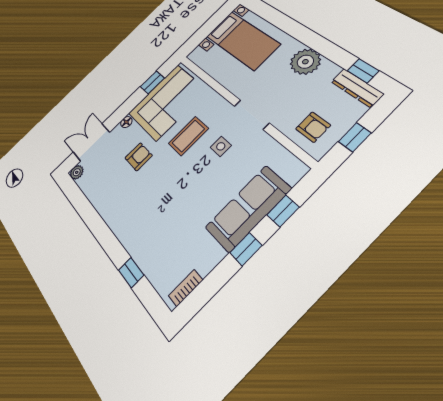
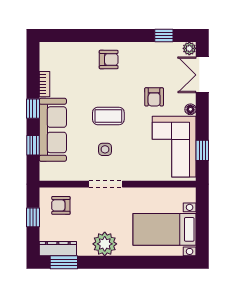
window: (363, 71) -> (64, 262), width x1.50
coffee table: (188, 136) -> (108, 116), moved, turned 90
double door: (91, 142) -> (202, 75), swing flipped
armchair: (136, 226) -> (109, 60), added
window: (131, 273) -> (164, 36), moved
bookcase: (186, 288) -> (44, 84), moved

